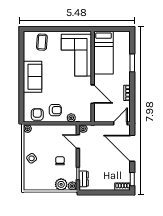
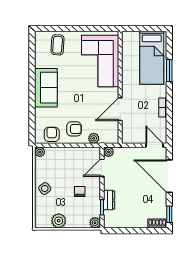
bed: (104, 53) -> (152, 58), moved
door: (93, 94) -> (120, 109), swing flipped
door: (120, 123) -> (154, 145), hinge flipped
door: (78, 141) -> (102, 168), hinge flipped
dresser: (84, 179) -> (109, 200), moved
plant: (61, 184) -> (59, 221), moved

